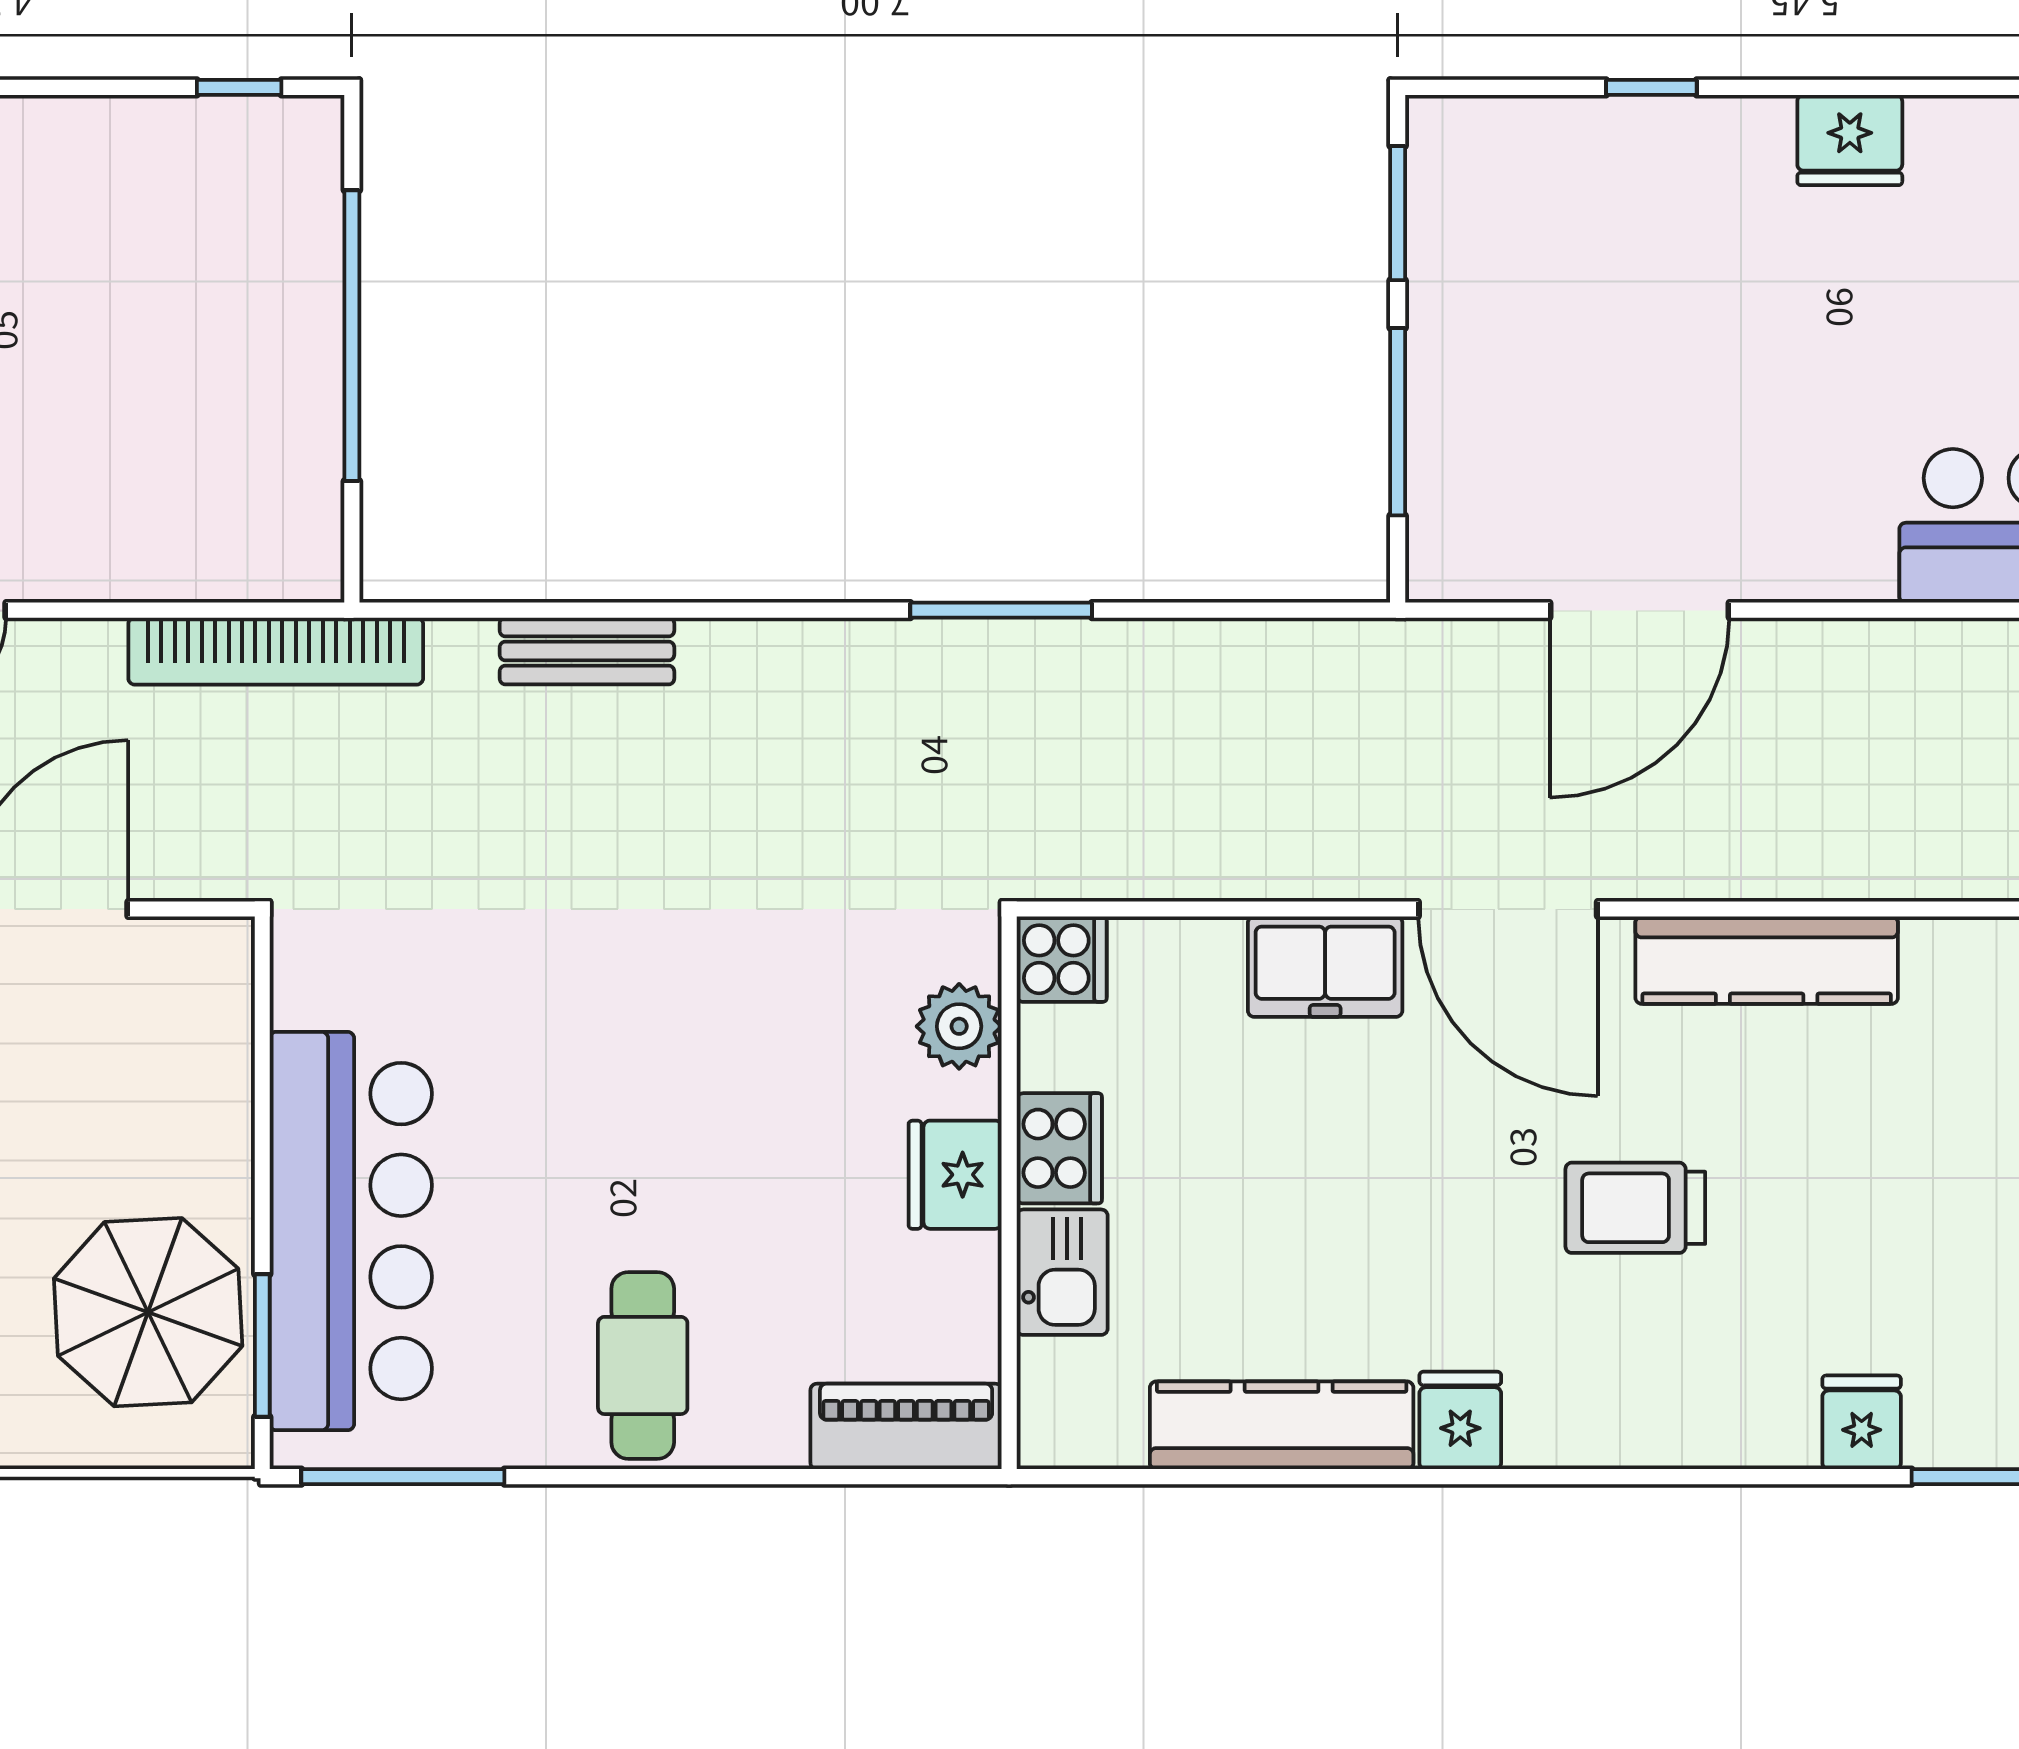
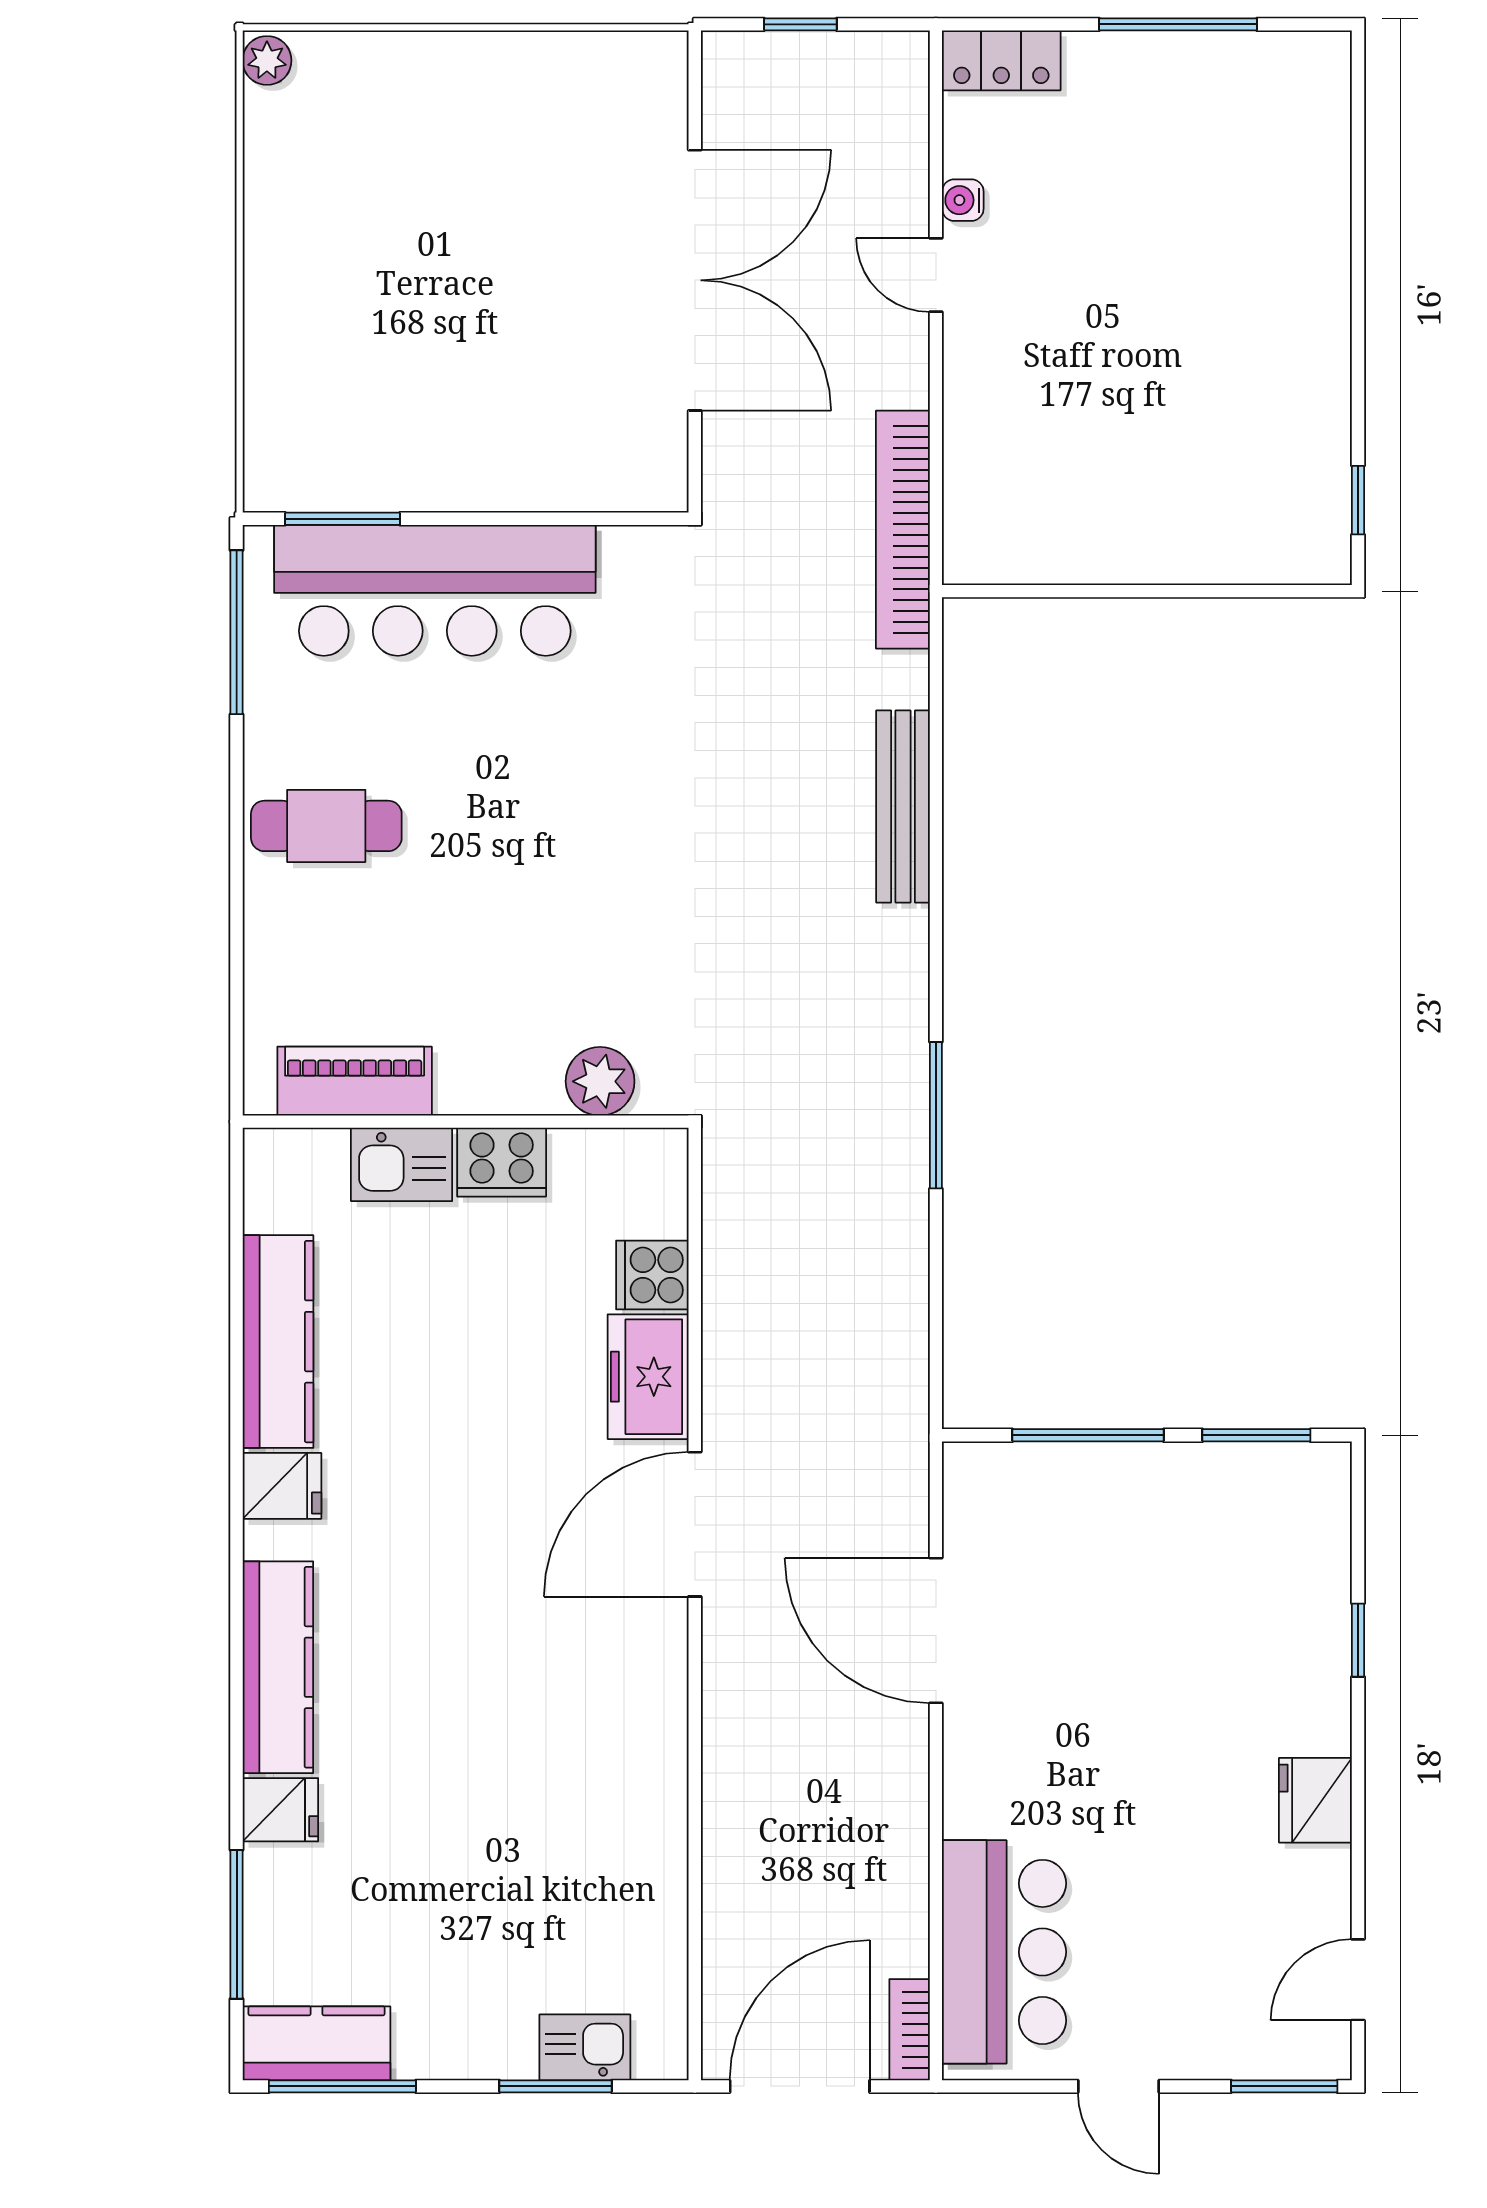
window: (352, 336) -> (1158, 591), removed
bench: (587, 651) -> (903, 807), width x1.36
cooker: (1062, 959) -> (652, 1275), moved, turned 90
kitchen counter: (1767, 960) -> (278, 1667), moved, turned 180
fridge: (955, 1175) -> (480, 1078), removed
trolley: (1635, 1208) -> (454, 1627), removed
parasol: (148, 1312) -> (369, 427), removed
piano: (906, 1426) -> (355, 1081), moved, turned -90

